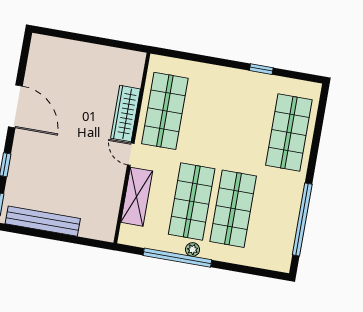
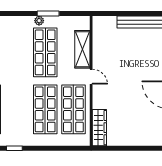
wardrobe: (125, 114) -> (99, 128), moved
shop shelf: (233, 209) -> (45, 109), moved
window: (177, 258) -> (48, 14), width x0.47

